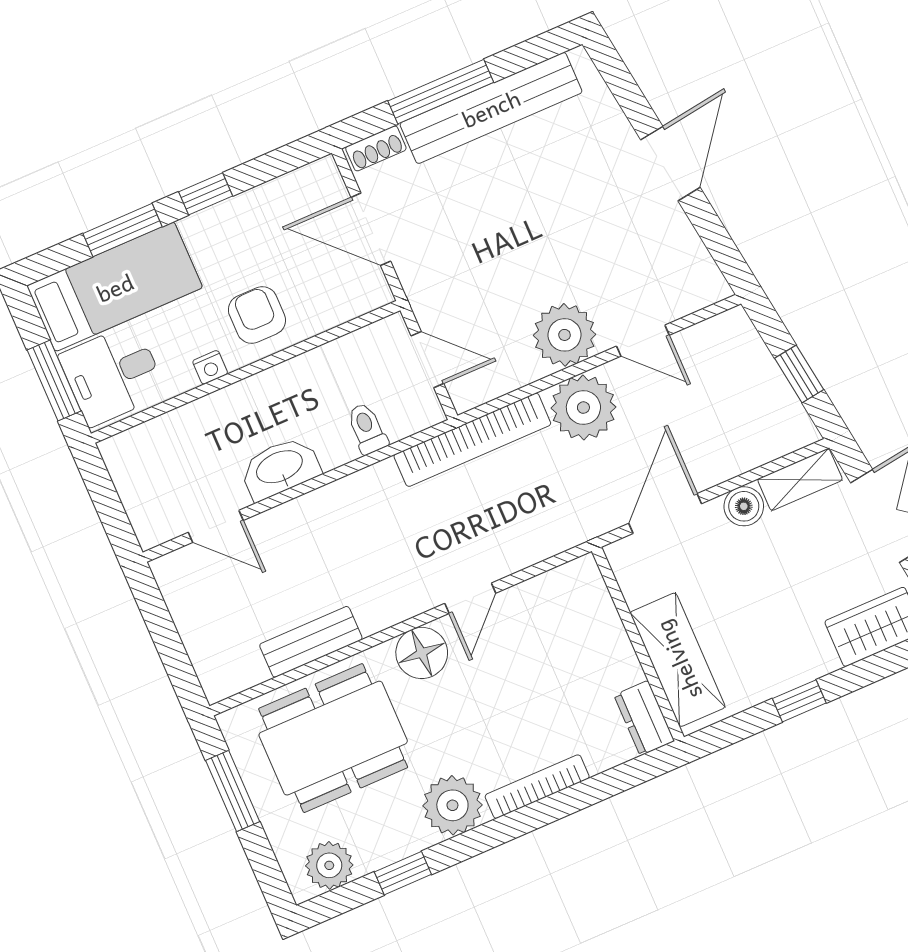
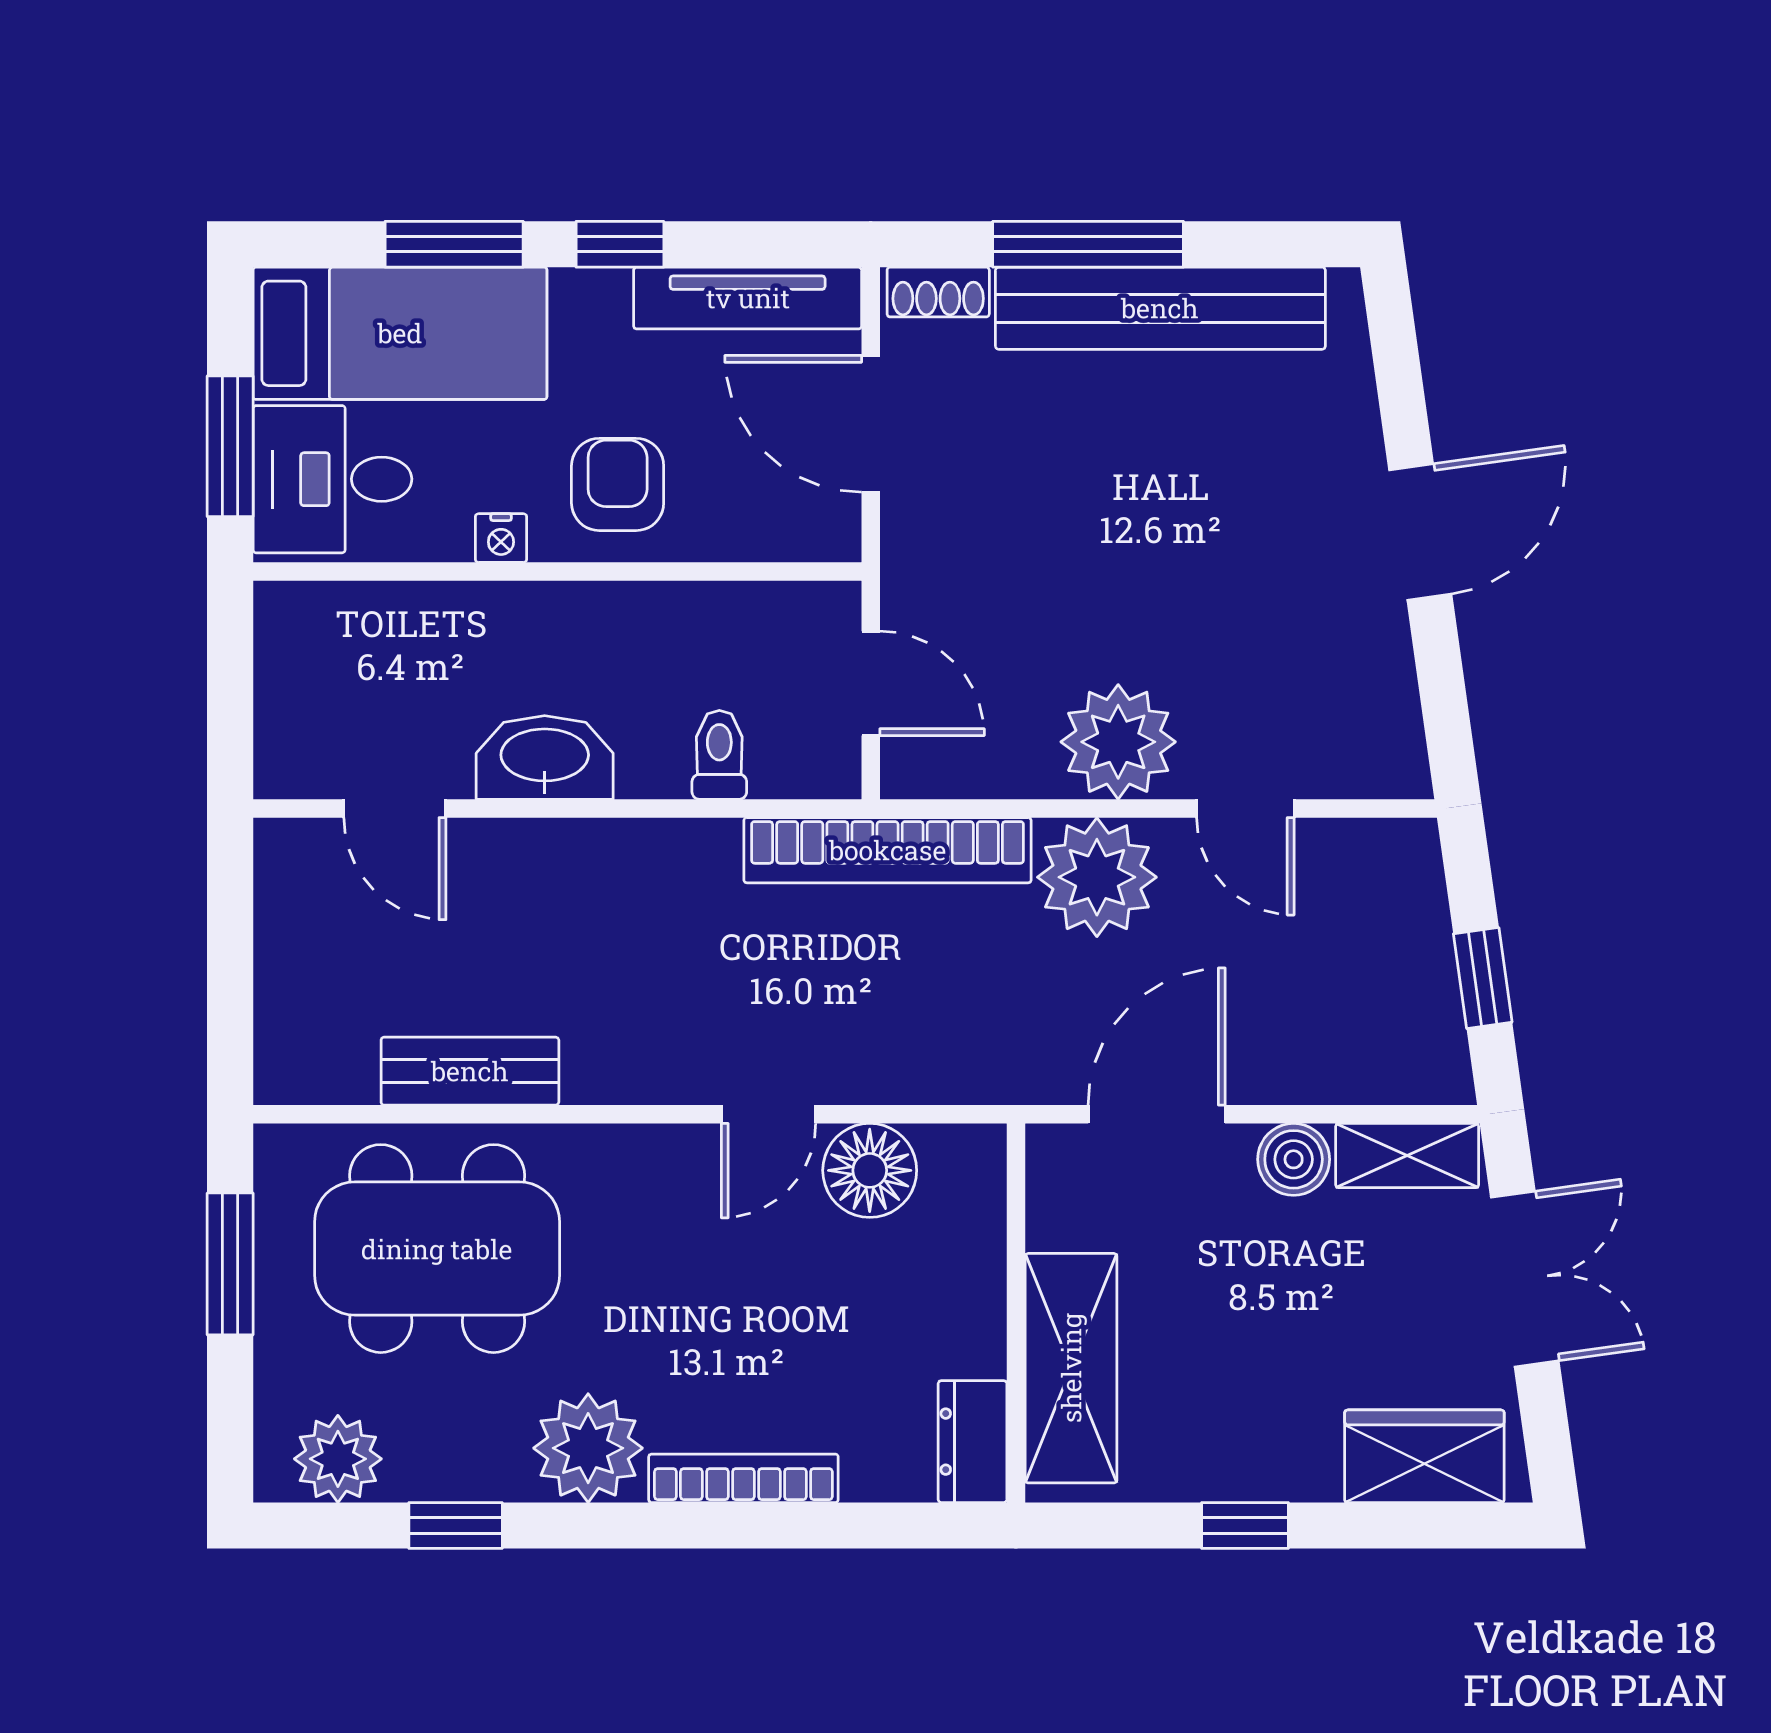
tv unit: (282, 193) -> (748, 298), added
floor lamp: (422, 653) -> (870, 1170), moved

